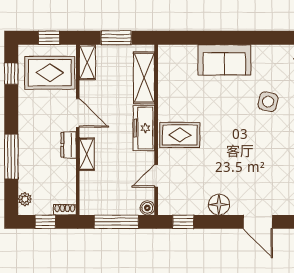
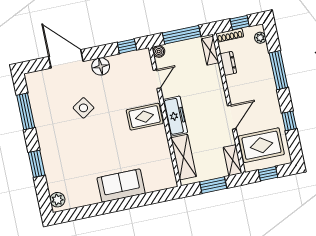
window: (11, 74) -> (289, 121), moved
side table: (268, 102) -> (83, 108), moved, turned 45
door: (78, 113) -> (232, 117), swing flipped
dresser: (69, 145) -> (228, 63), moved
shelving: (87, 154) -> (210, 51), moved
shoe rack: (65, 210) -> (230, 35), width x1.43
door: (258, 222) -> (66, 59), width x1.36

